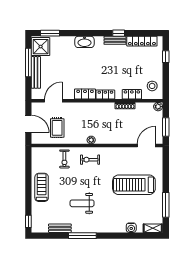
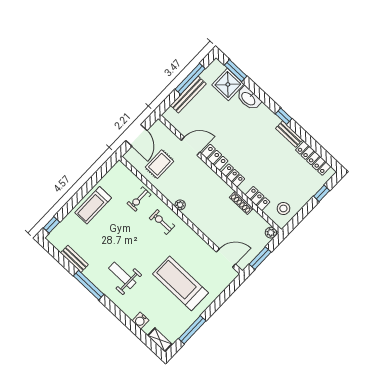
window: (119, 33) -> (284, 116), moved
washbasin: (84, 42) -> (249, 98), moved
shower: (41, 47) -> (228, 84), moved
door: (53, 101) -> (191, 146), moved
treadmill: (42, 187) -> (93, 205), turned 180
weight bench: (82, 203) -> (122, 275), moved

